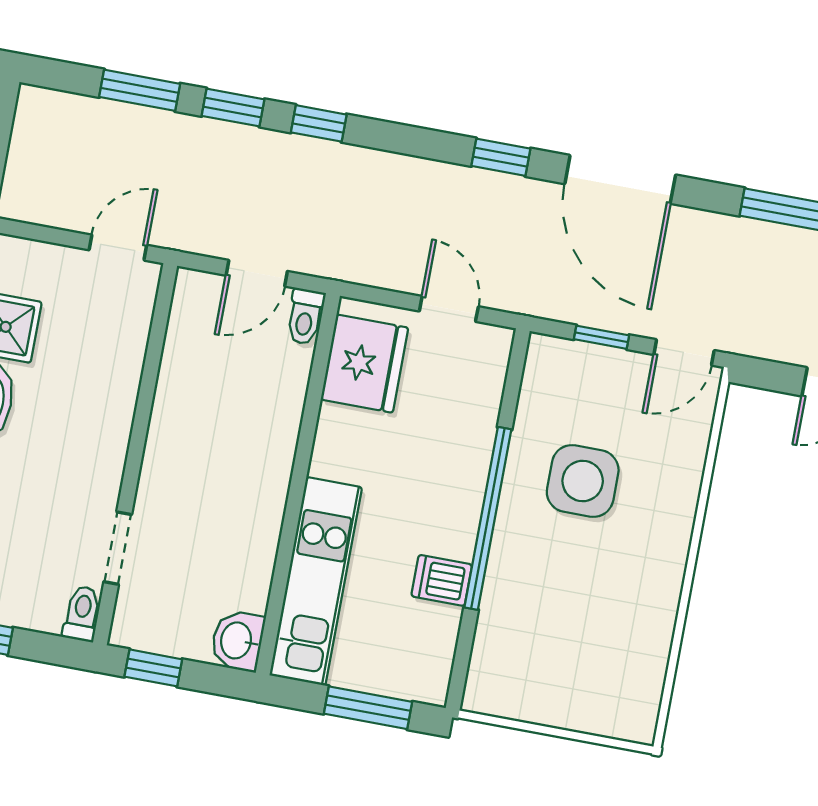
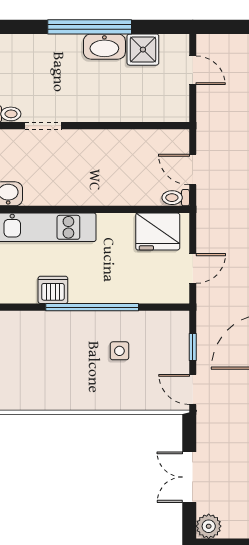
door: (118, 248) -> (193, 70), moved
side table: (583, 481) -> (119, 351), width x0.54, depth x0.54
dishwasher: (442, 580) -> (53, 290), width x1.38

